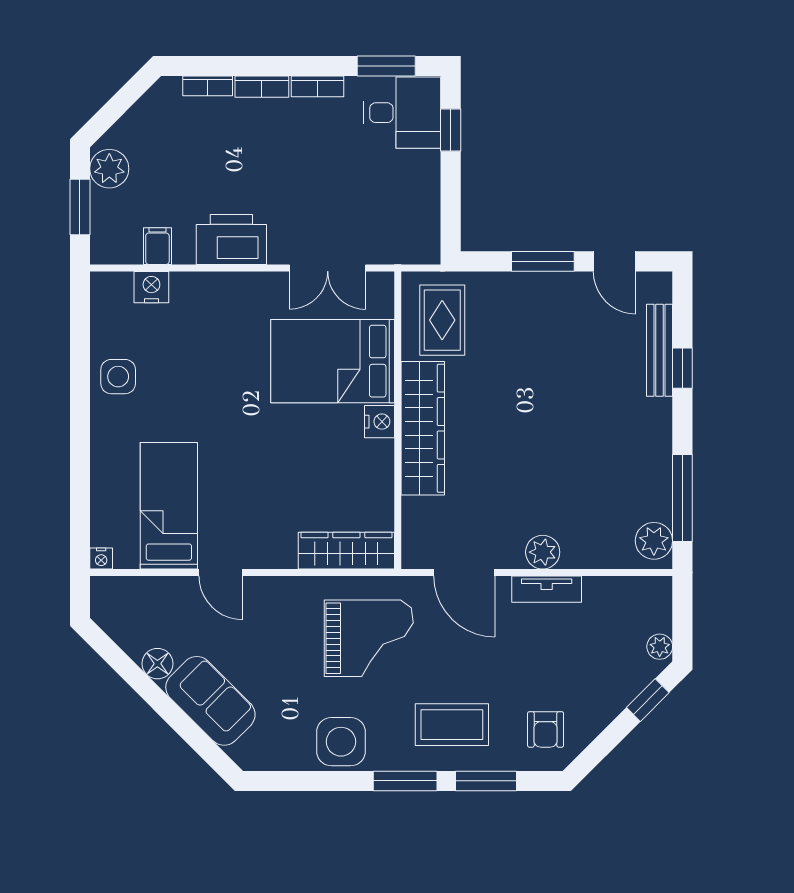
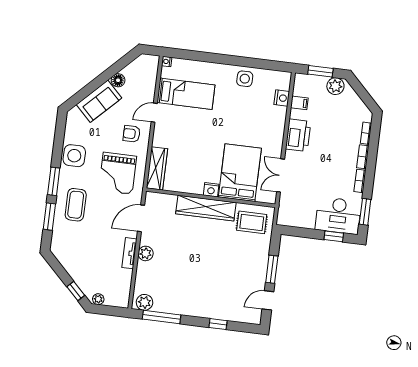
desk: (402, 113) -> (338, 216), width x1.37
bench: (659, 350) -> (227, 315), removed
armchair: (546, 729) -> (132, 134), moved

